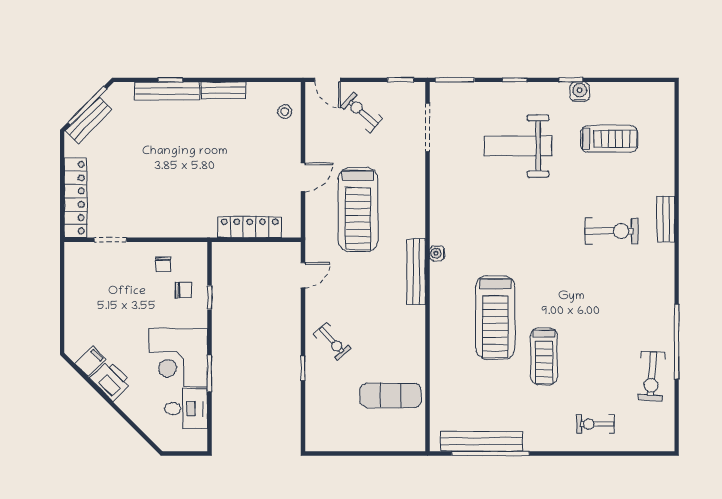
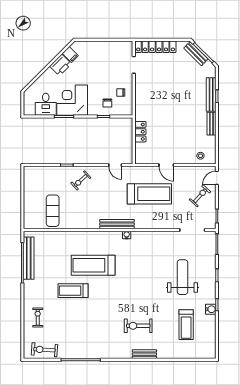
treadmill: (358, 210) -> (149, 194), turned 180
locker: (250, 227) -> (140, 132), width x0.66
exercise bike: (612, 231) -> (138, 326), turned 90
exercise bike: (652, 376) -> (44, 350), moved

